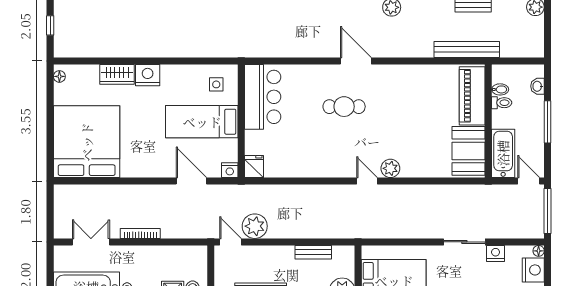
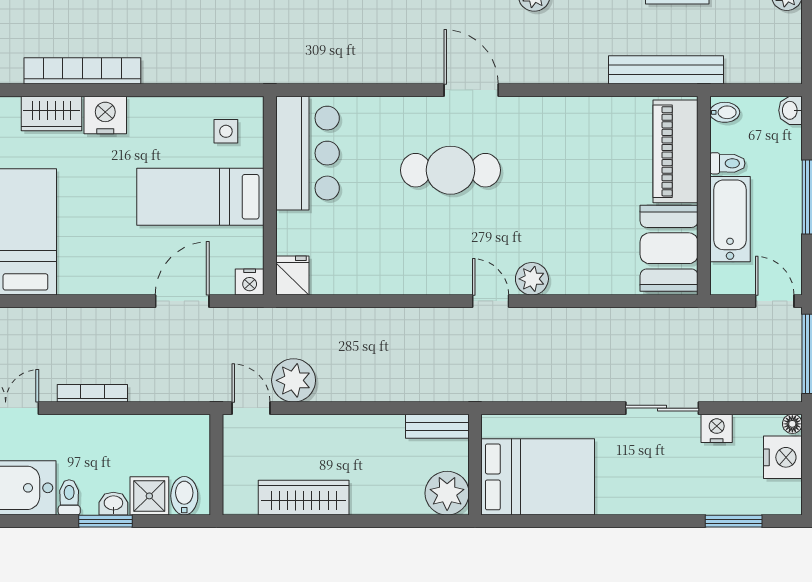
bookcase: (135, 50) -> (82, 71), added
washbasin: (538, 86) -> (790, 110), moved
bidet: (500, 89) -> (725, 112), moved
cafe table: (344, 107) -> (451, 170), width x1.37, depth x1.35
bathtub: (503, 153) -> (730, 219), moved
door: (191, 181) -> (182, 301), hinge flipped
bench: (313, 252) -> (437, 426), moved

